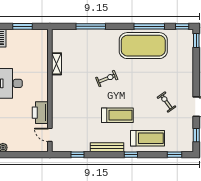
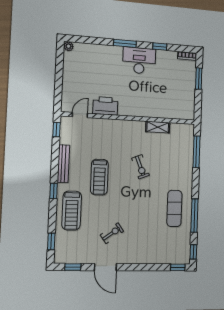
exercise mat: (143, 46) -> (174, 208), width x0.50, depth x0.69
shelving: (57, 64) -> (158, 127), moved
wall: (50, 90) -> (129, 118), moved
printer: (40, 113) -> (105, 106), moved
door: (50, 135) -> (80, 115), moved

